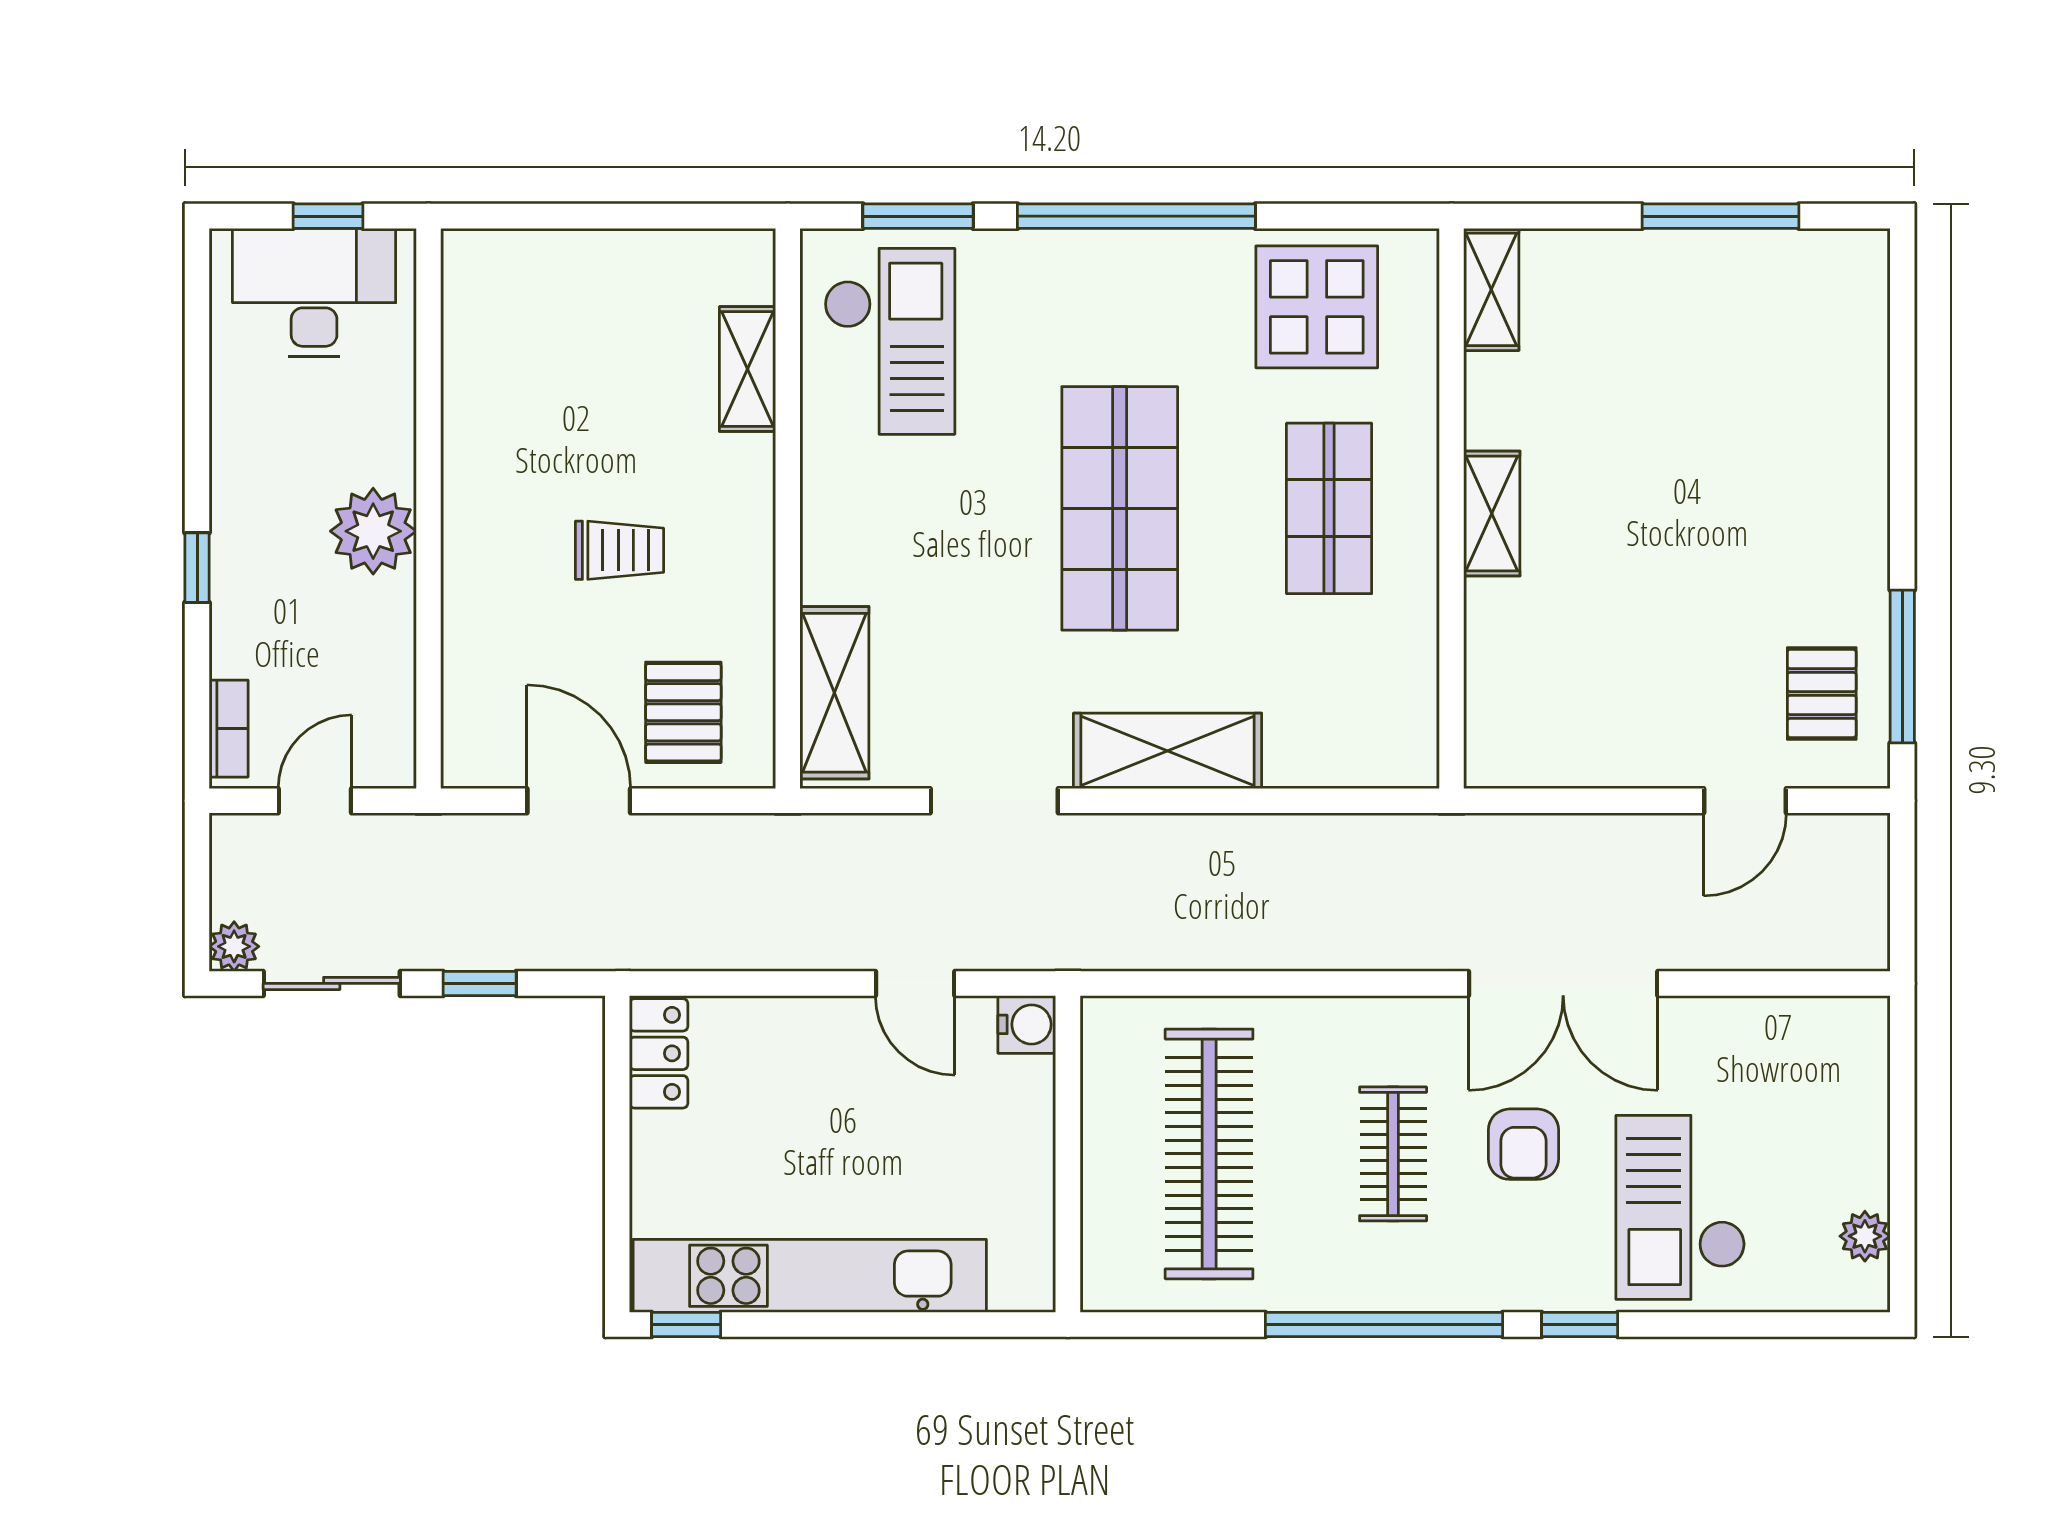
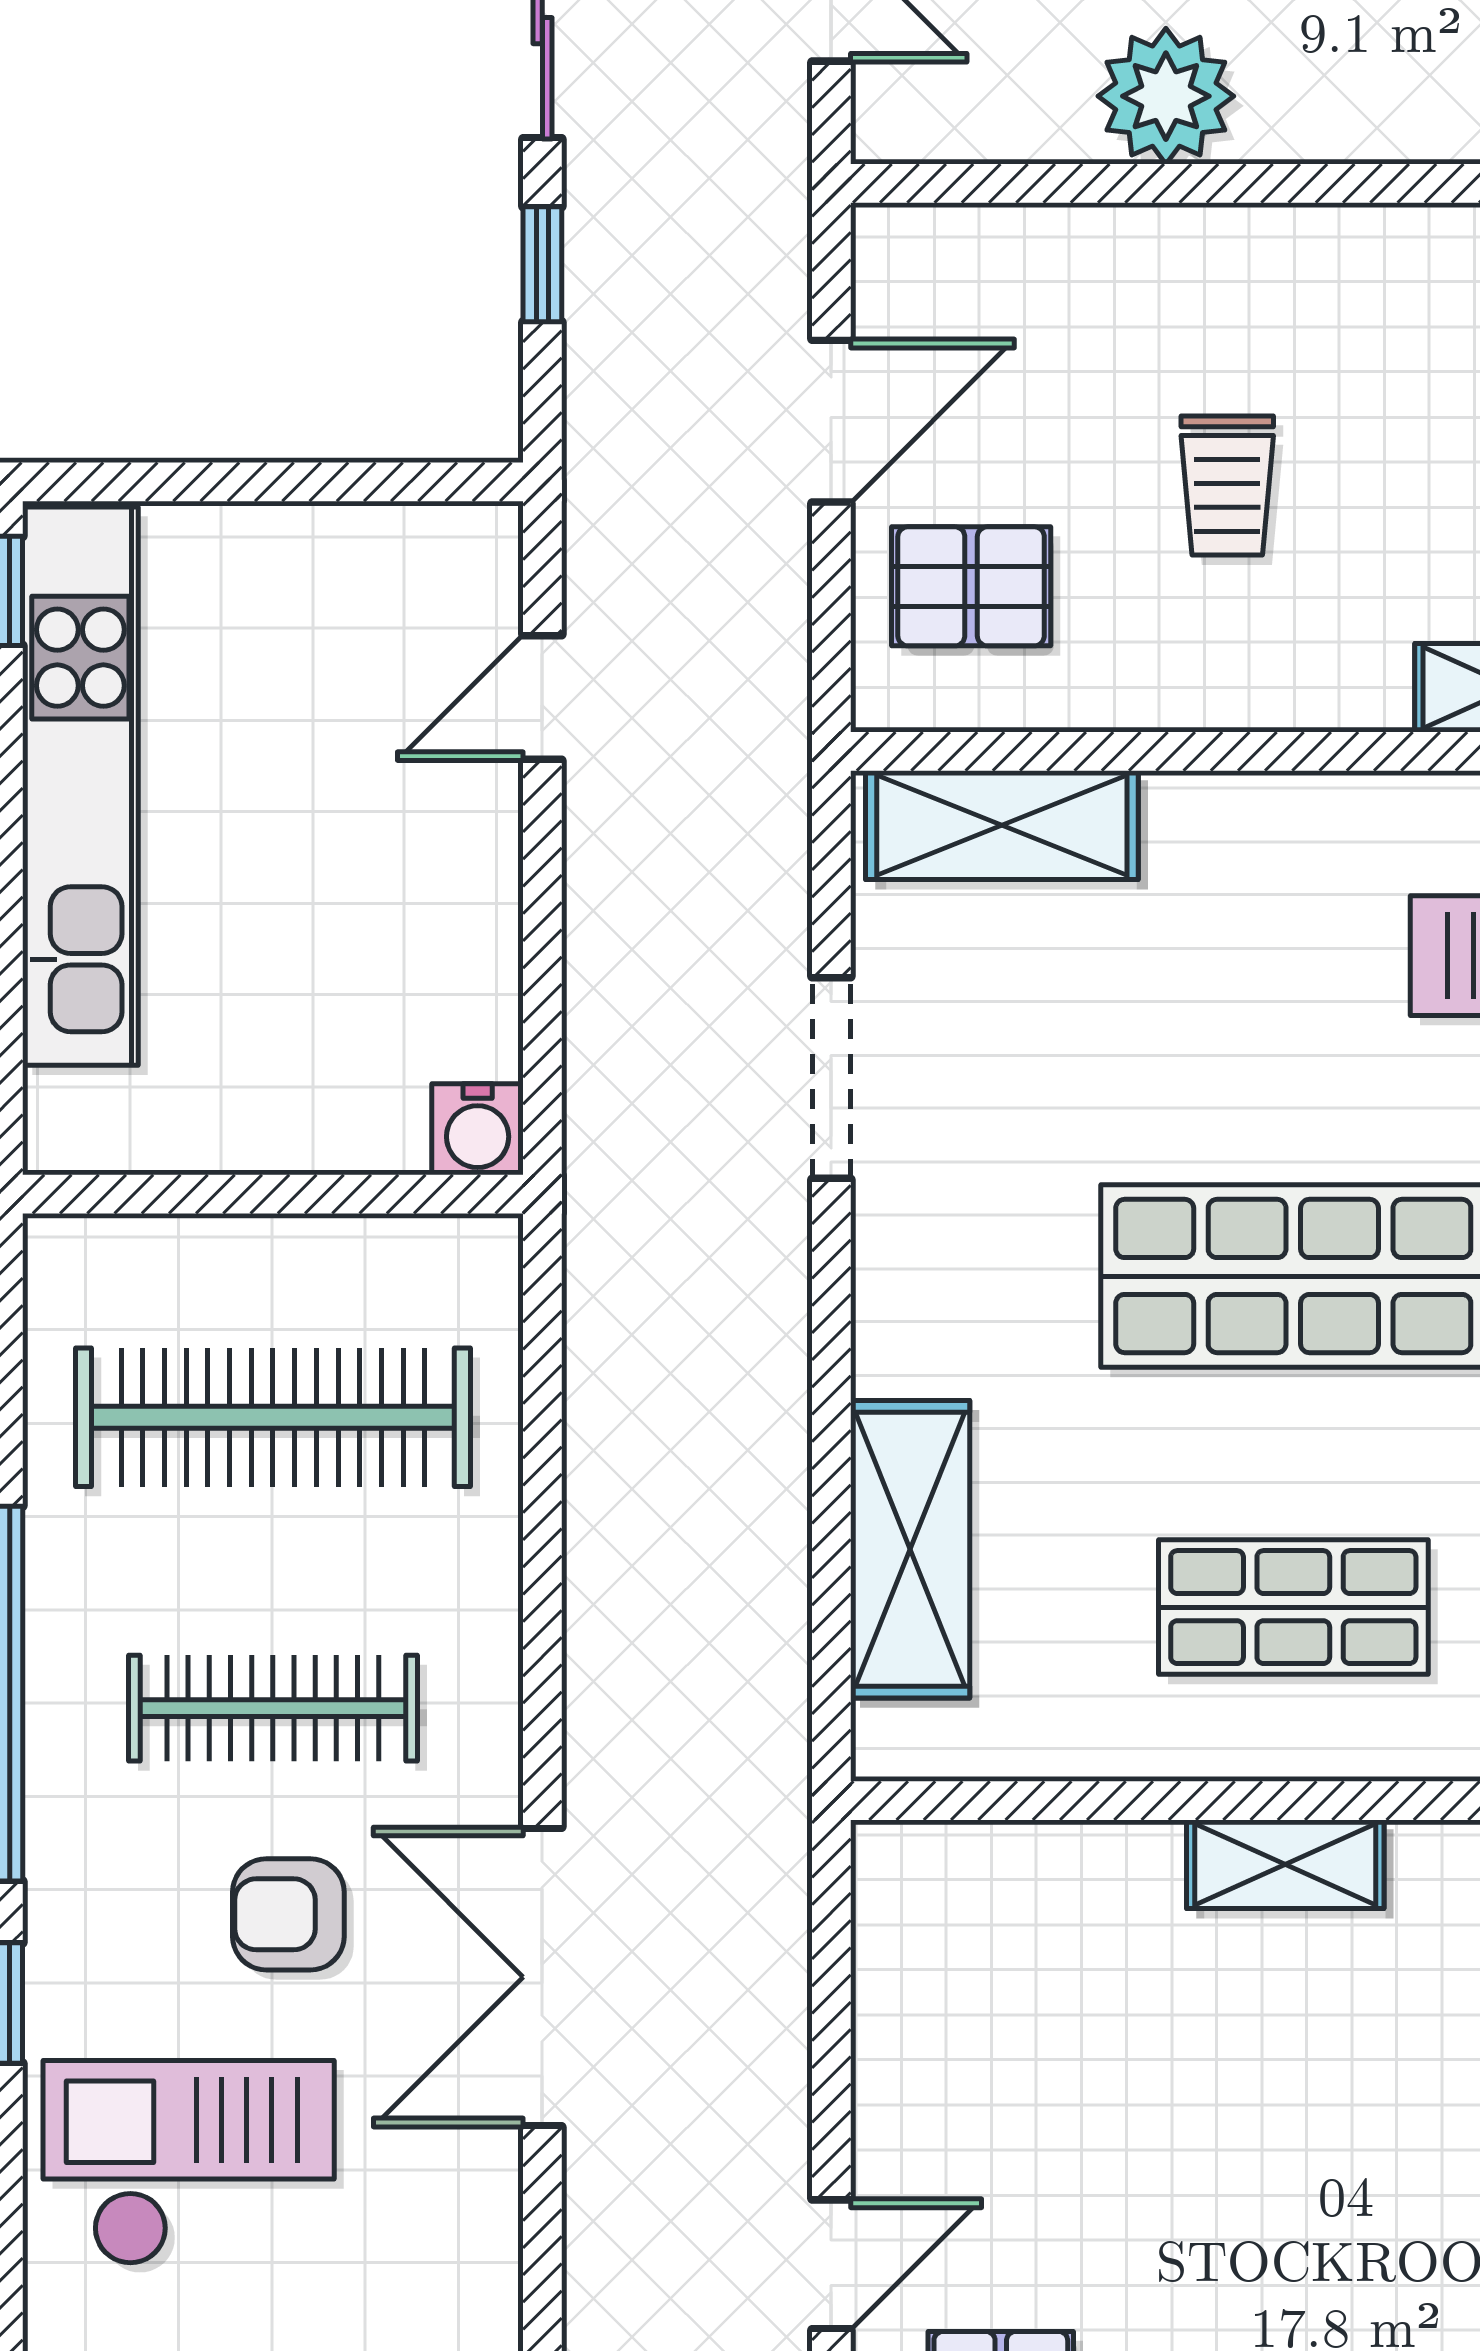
plant: (373, 531) -> (1166, 96), moved
shelving: (1168, 751) -> (910, 1549), moved
door: (1745, 801) -> (831, 2264), swing flipped
door: (915, 983) -> (542, 698), moved
locker: (659, 1053) -> (432, 547), removed
clothes rail: (1393, 1154) -> (273, 1708), width x1.36

